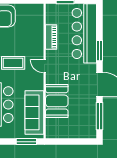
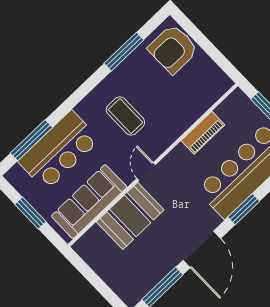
door: (45, 66) -> (146, 172), moved
window: (26, 142) -> (30, 213), moved

